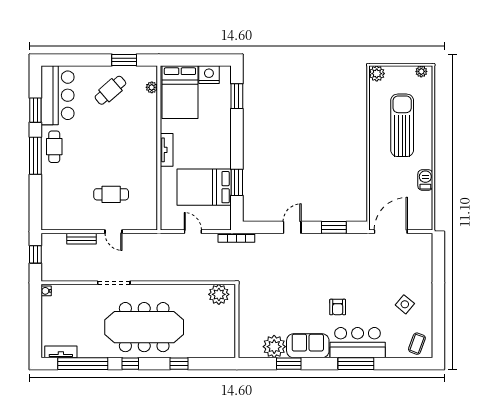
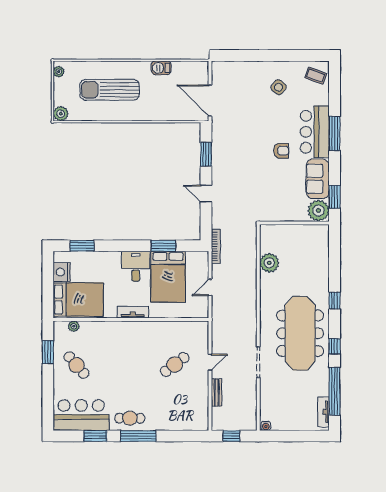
desk: (215, 153) -> (136, 266), added
cafe table: (111, 194) -> (175, 364), turned 53
wall: (237, 321) -> (294, 223), moved

